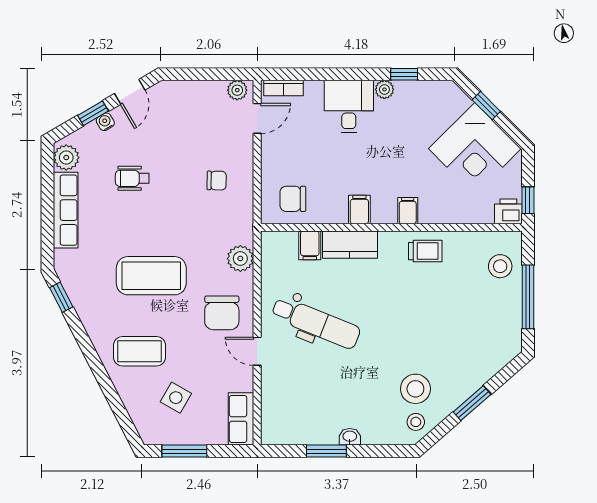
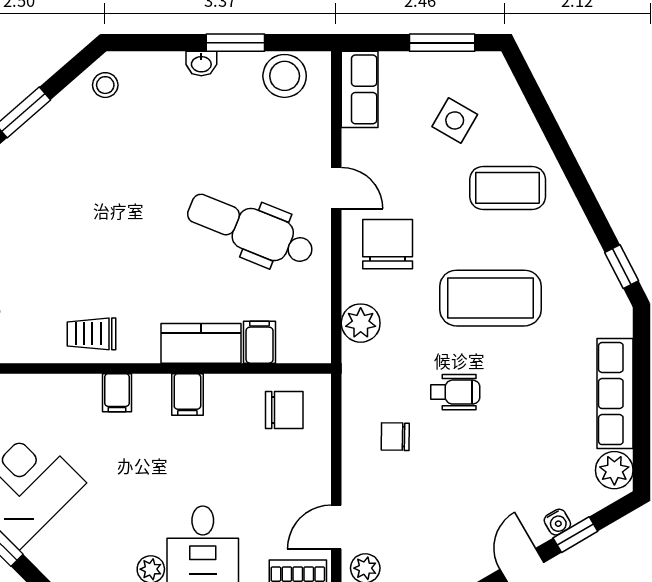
wheelchair: (132, 178) -> (455, 392), moved
stool: (415, 389) -> (285, 76), moved

